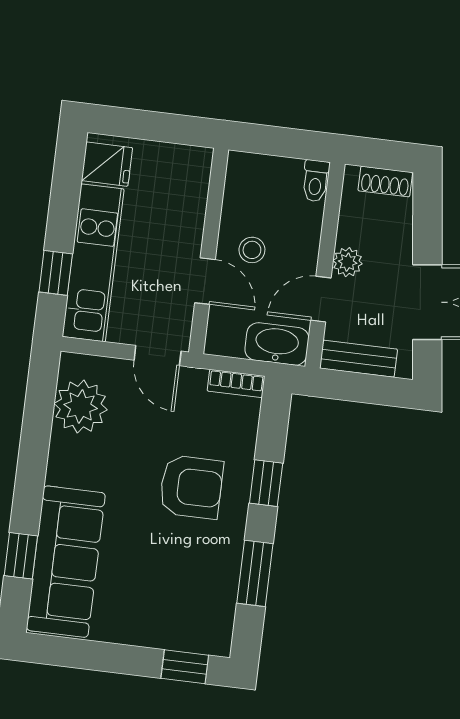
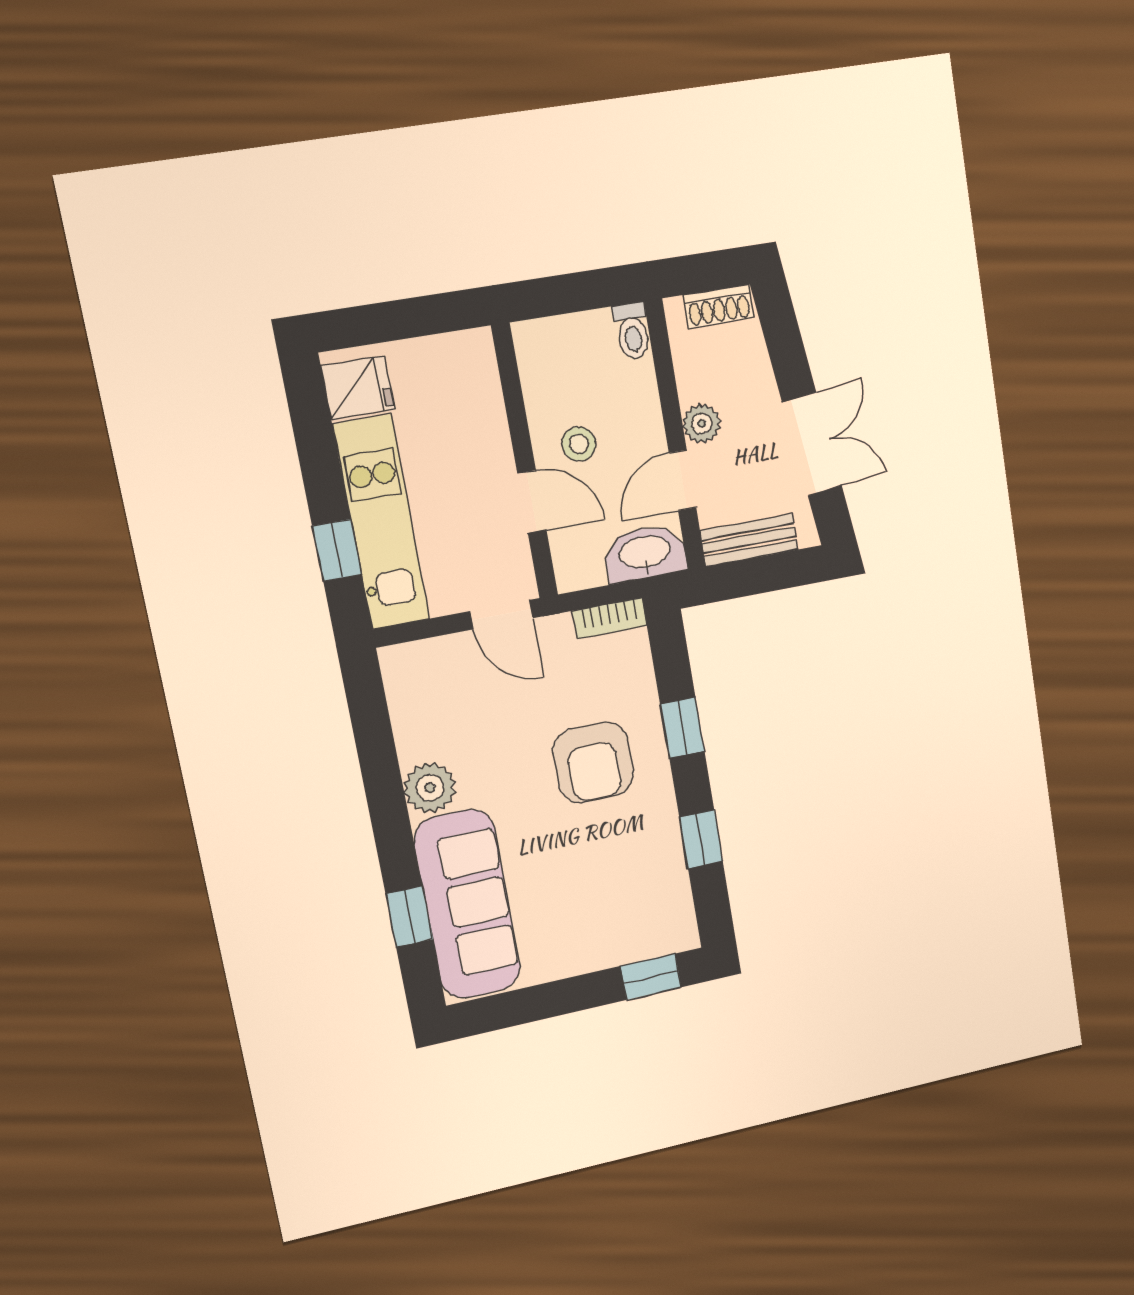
plant: (81, 407) -> (430, 788), moved, width x0.73, depth x0.73
armchair: (191, 487) -> (593, 763), turned 90
window: (255, 573) -> (701, 839), width x0.67

